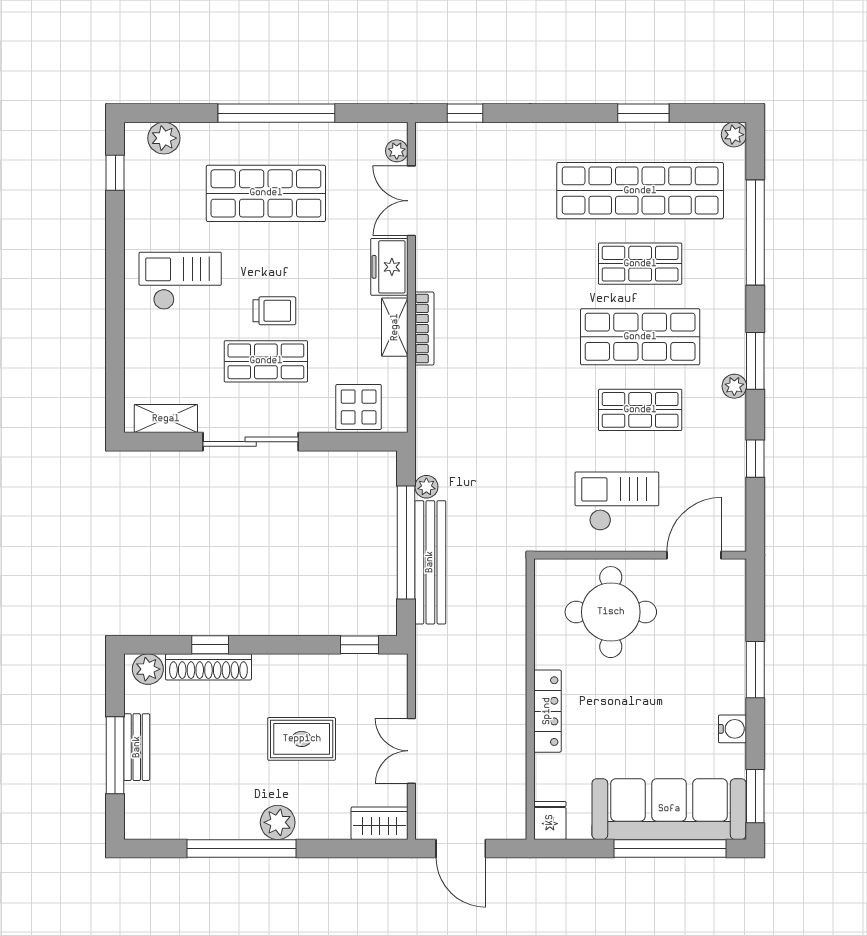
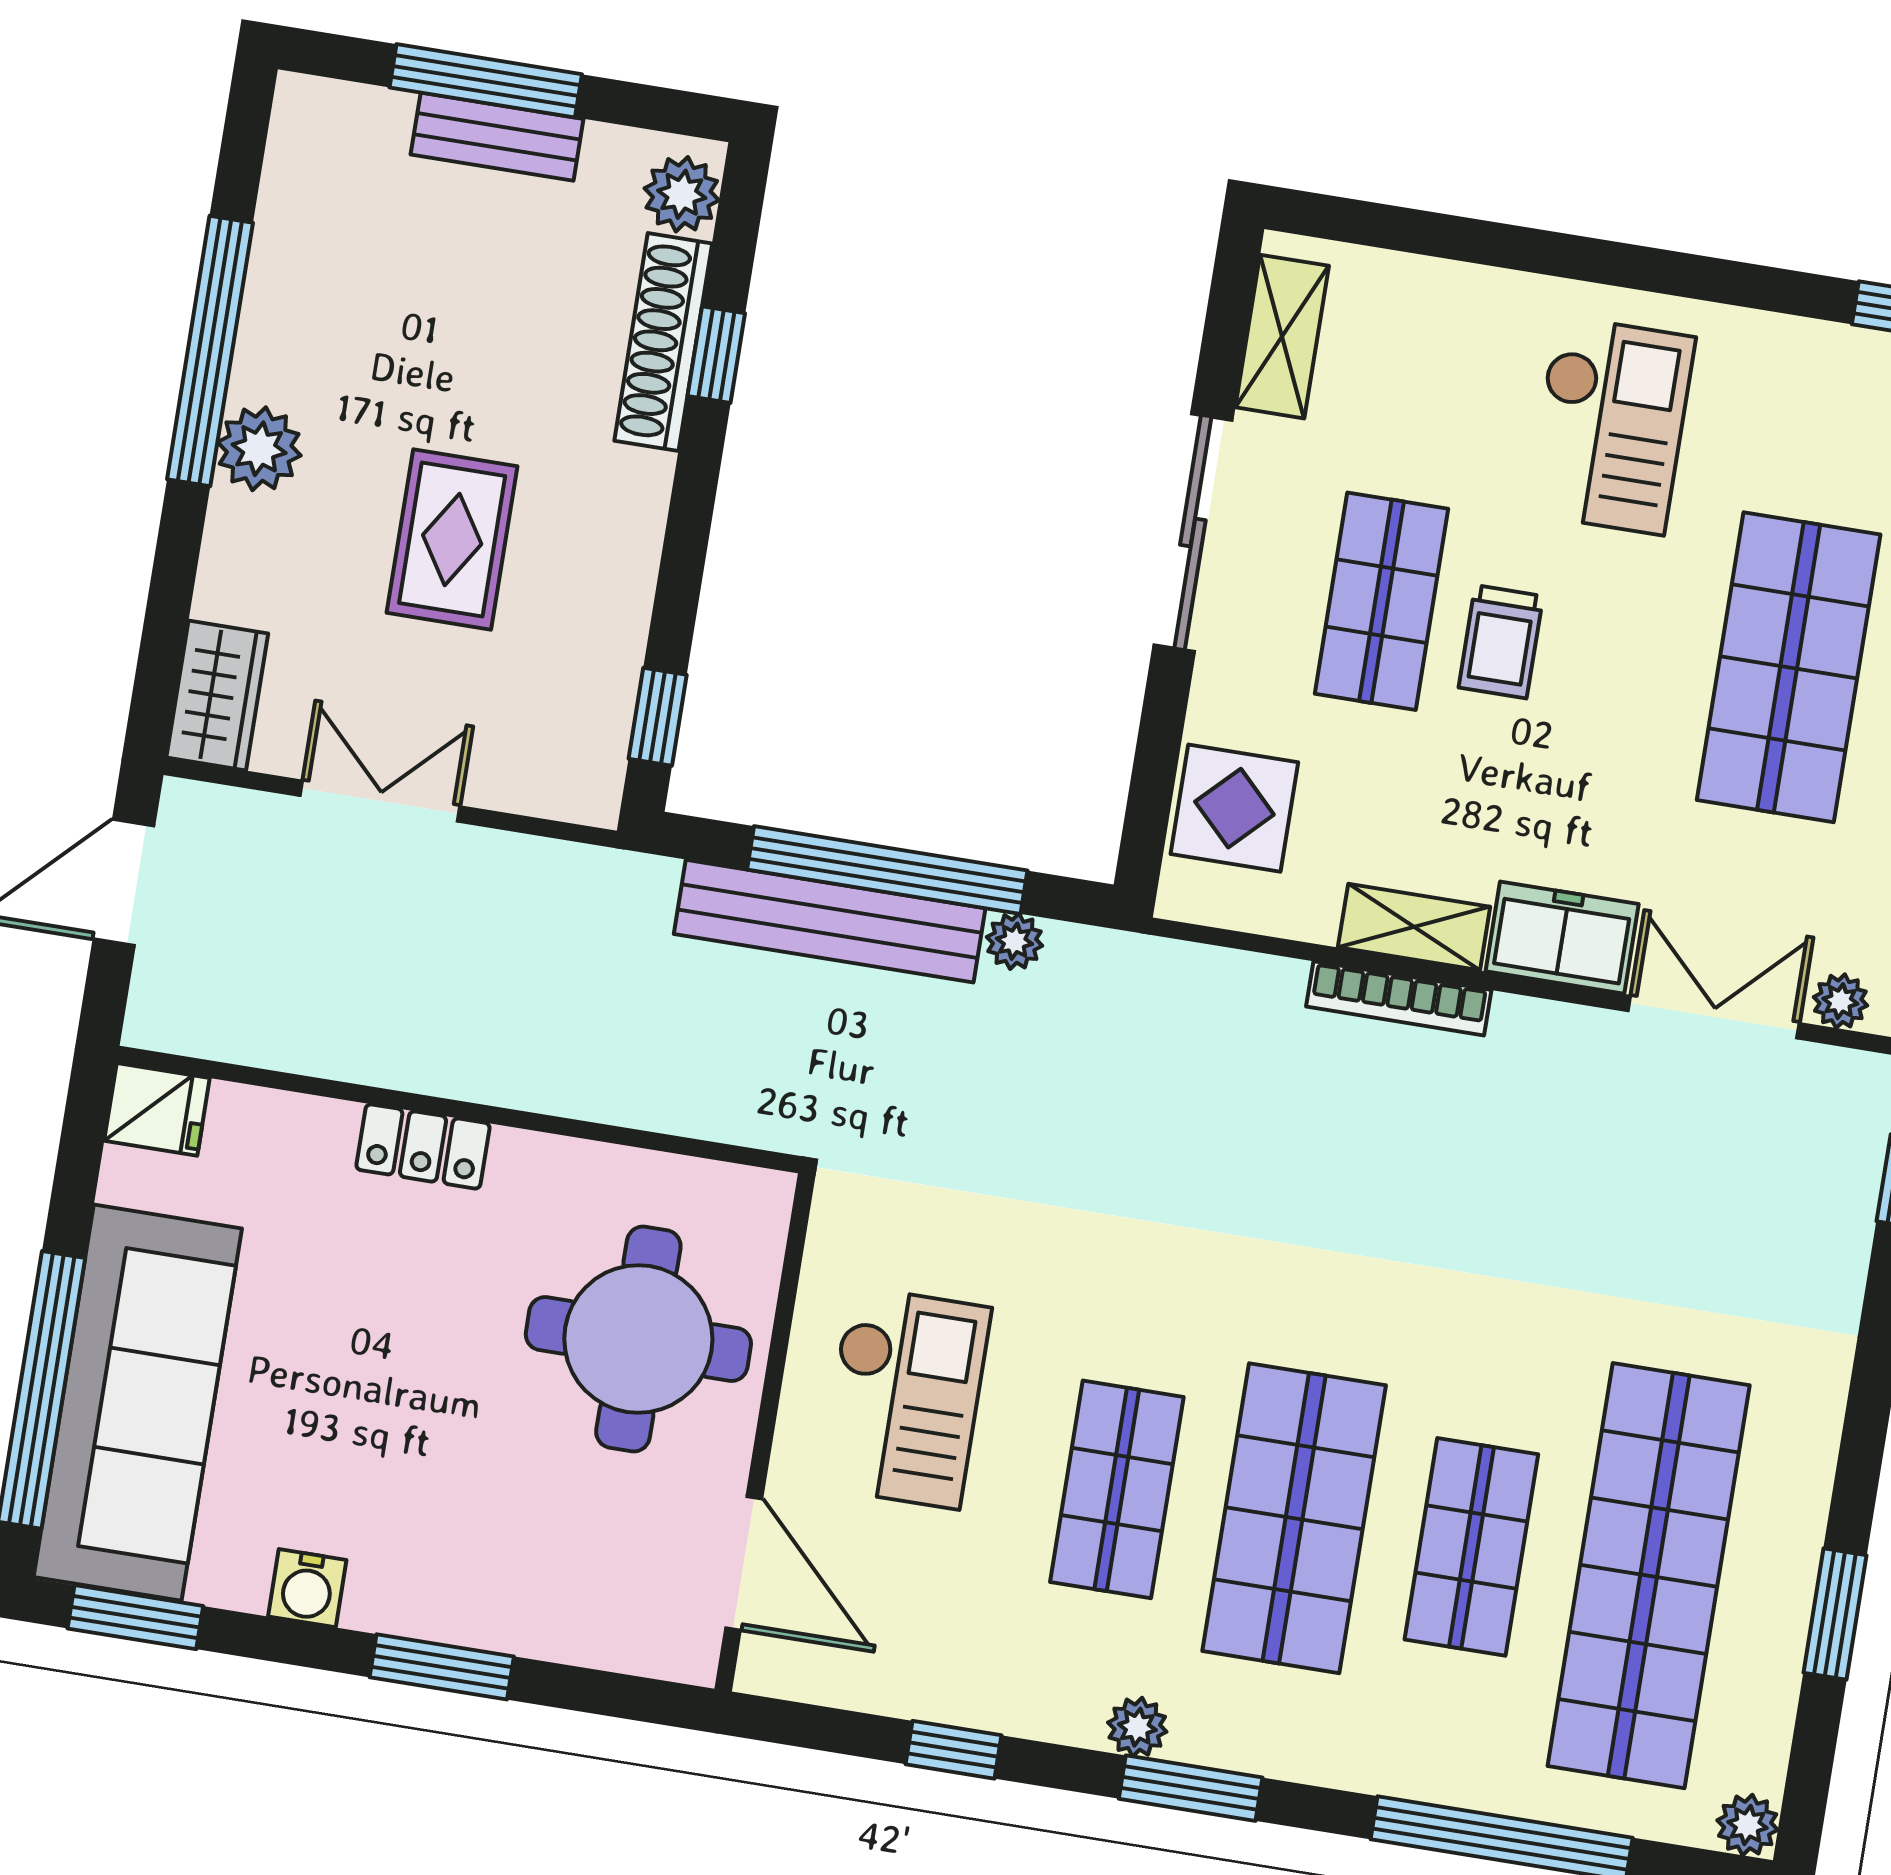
locker: (547, 711) -> (423, 1146), width x0.66

